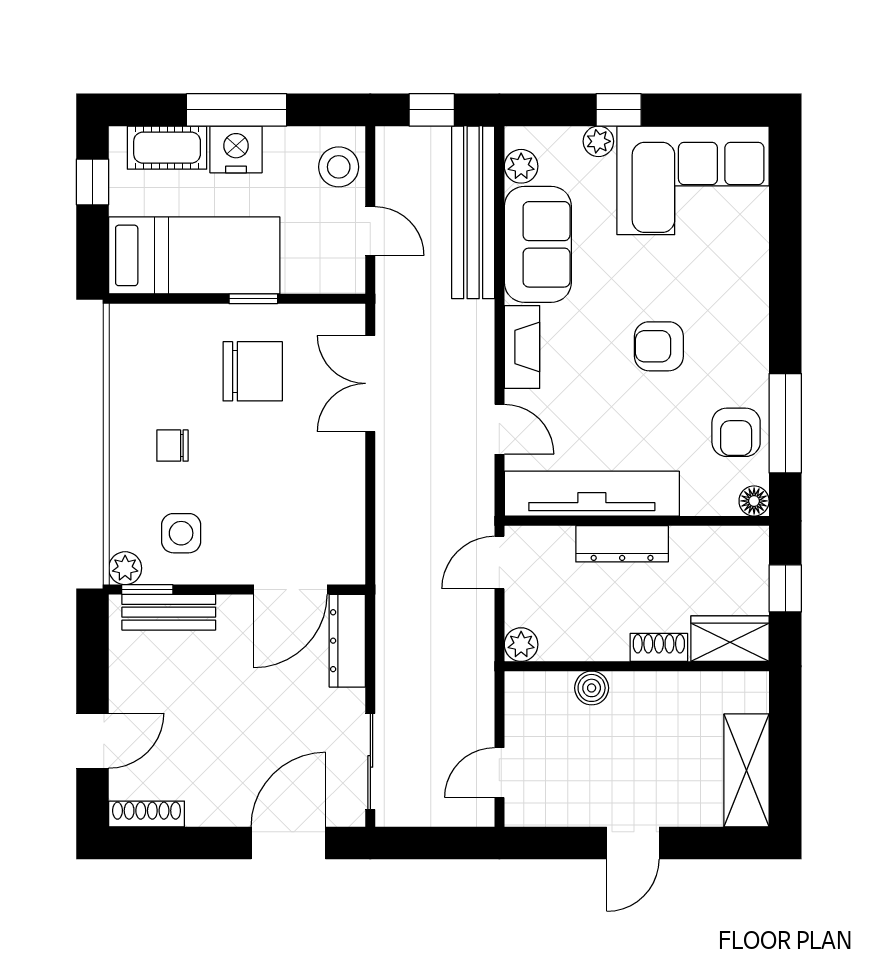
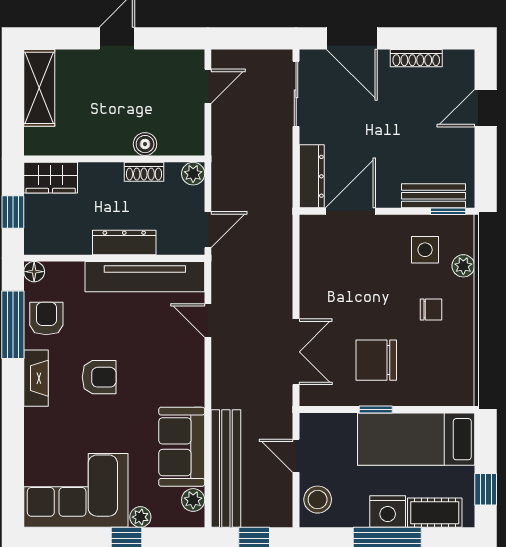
fireplace: (522, 347) -> (36, 378), moved, turned 180
plant: (125, 568) -> (463, 266), moved
shoe rack: (659, 647) -> (144, 172), moved
shoe rack: (147, 814) -> (416, 58), moved
door: (288, 843) -> (352, 38), hinge flipped

